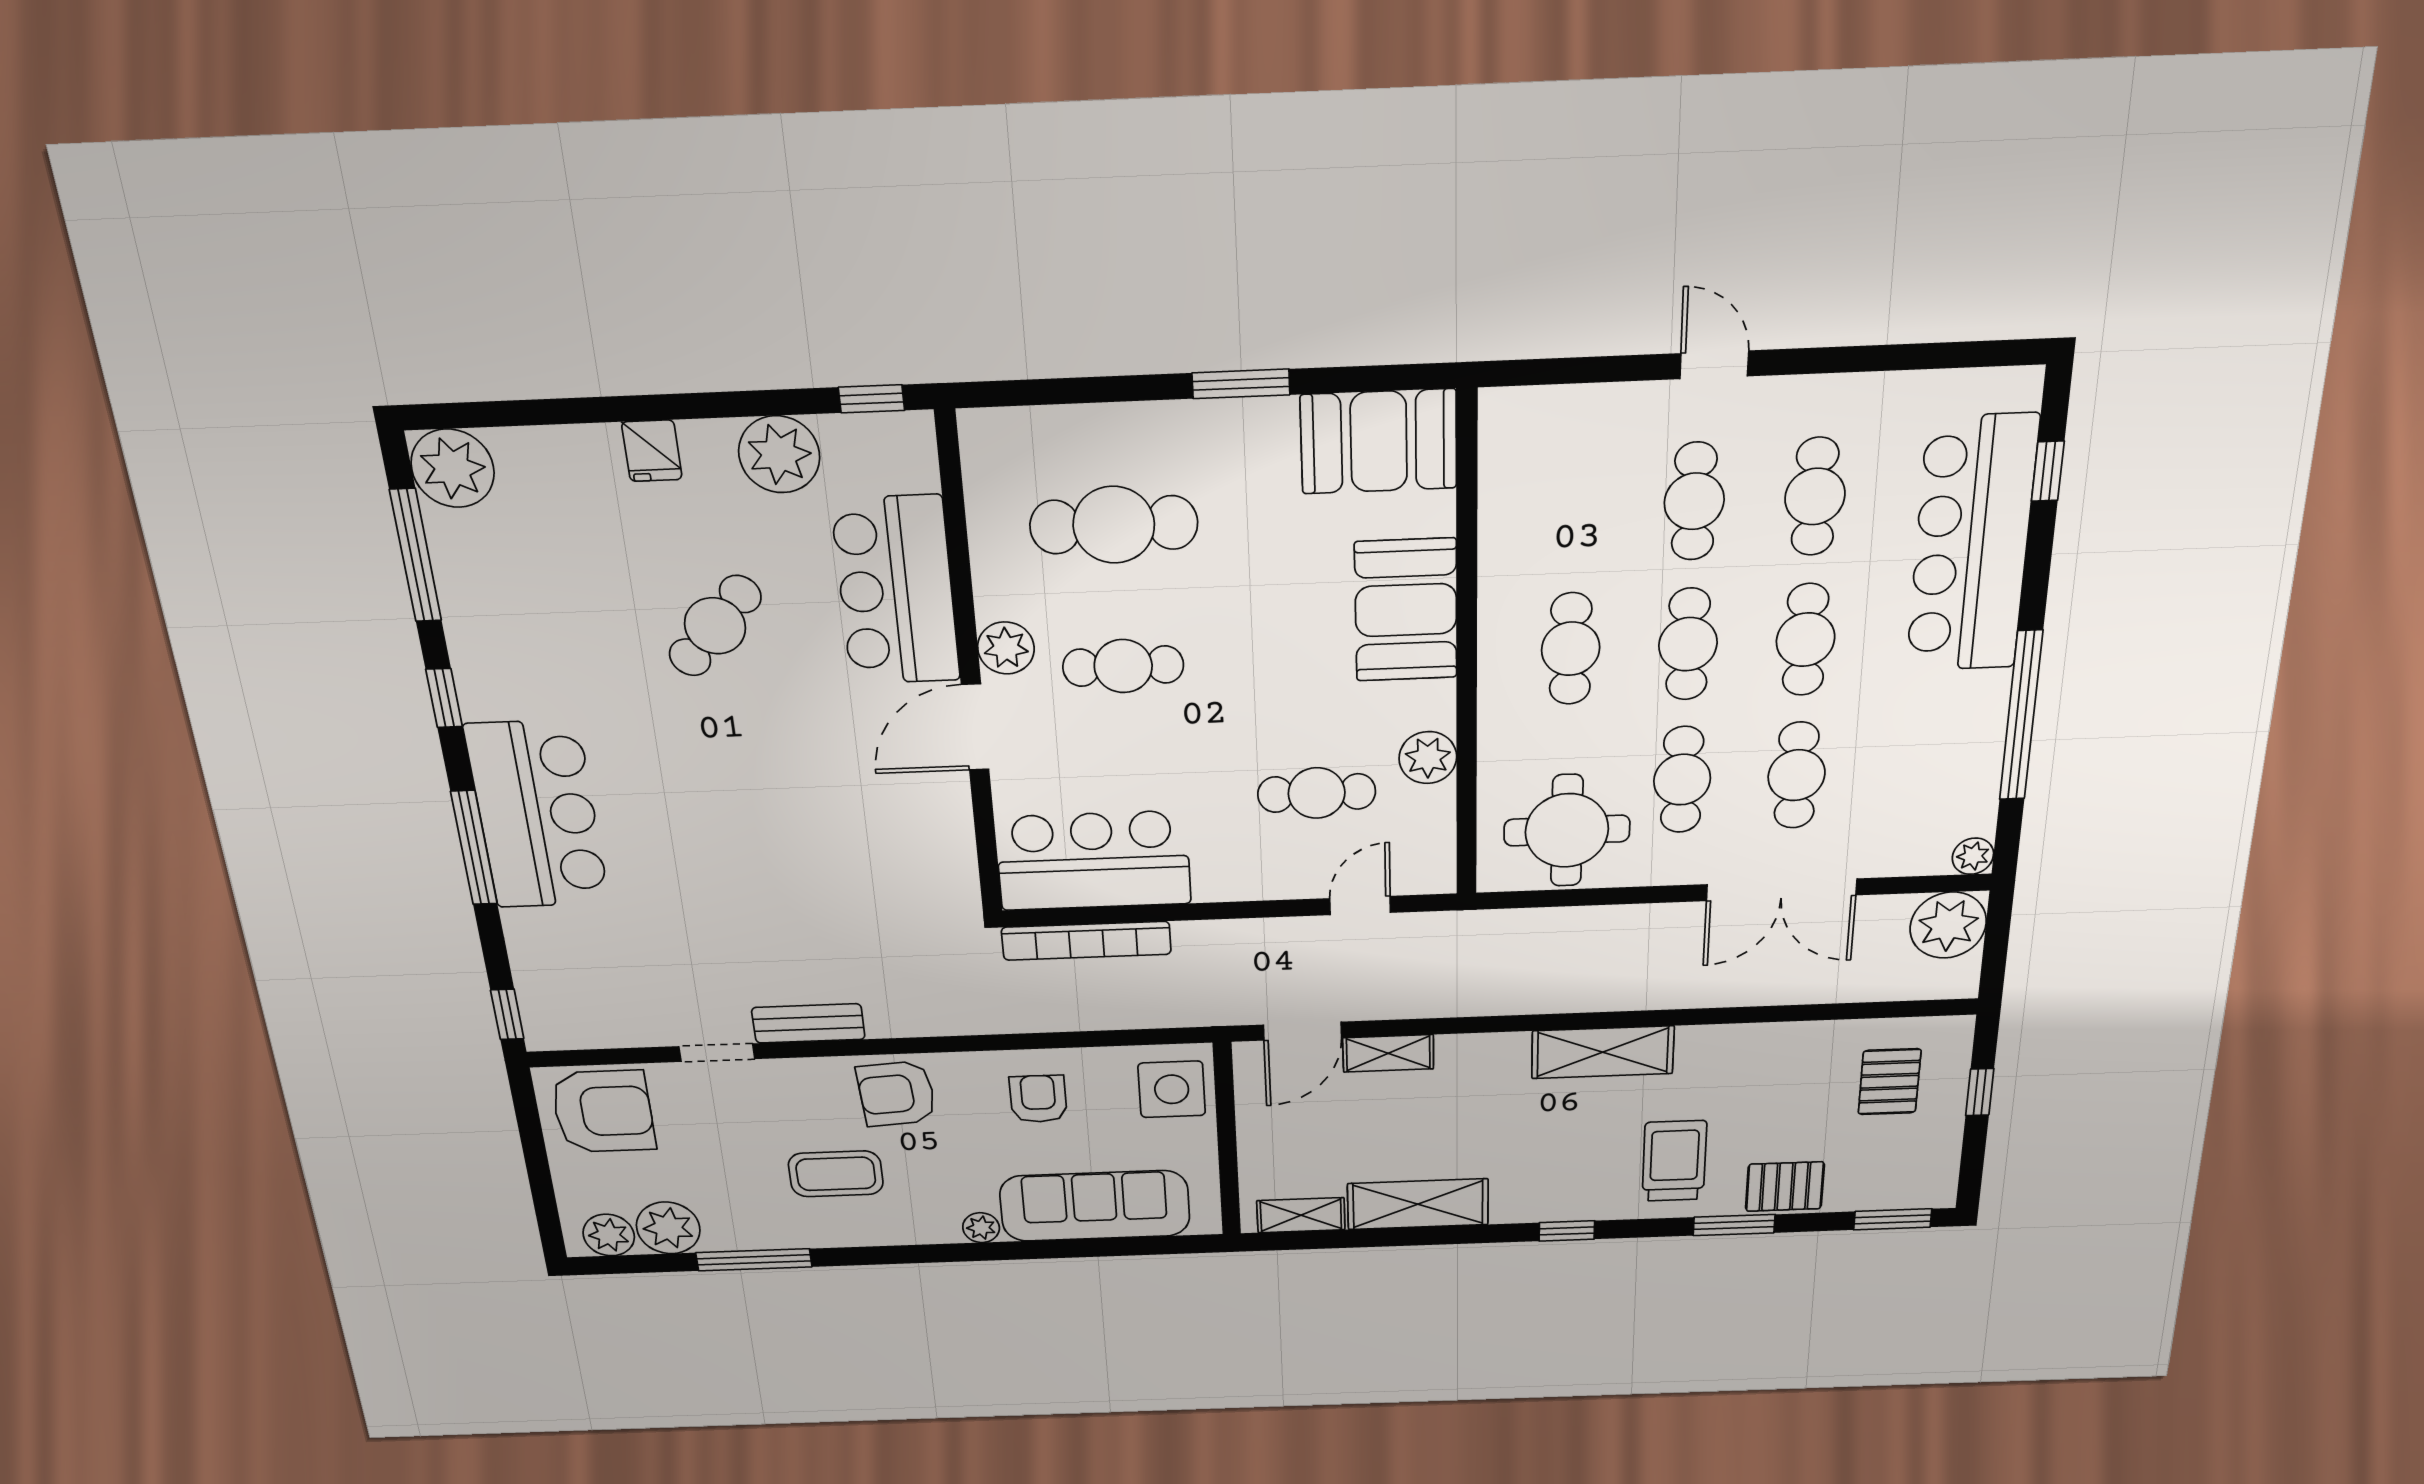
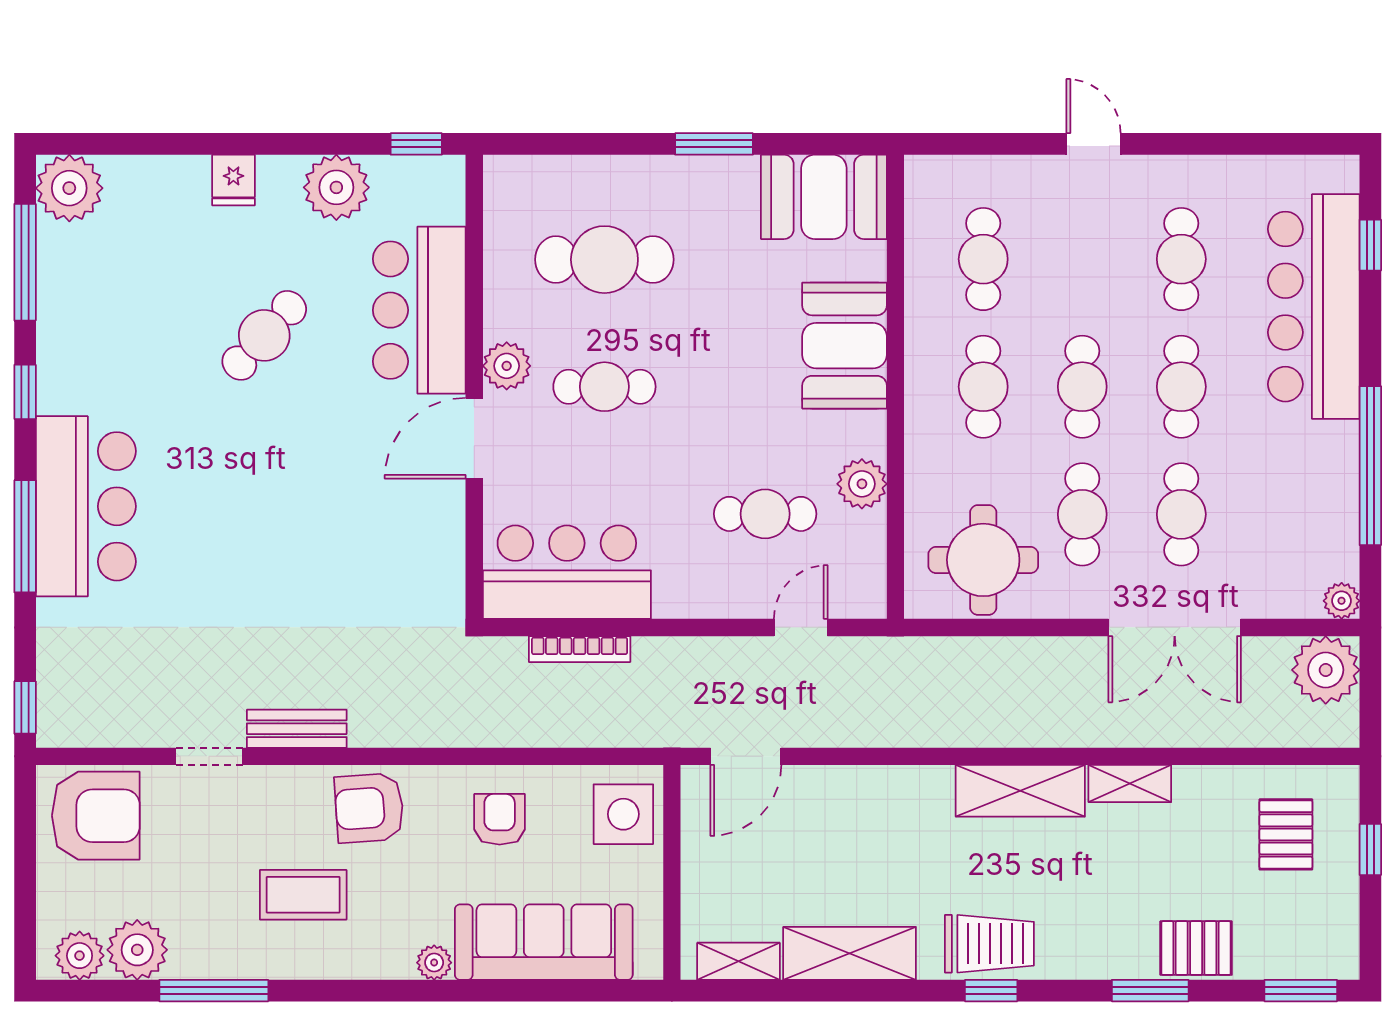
cafe table: (1694, 501) -> (983, 259), moved
bookcase: (1086, 941) -> (580, 649), width x0.68, depth x0.76
shelving: (1388, 1053) -> (1130, 784), moved
trolley: (1674, 1161) -> (989, 944), moved, turned 90

